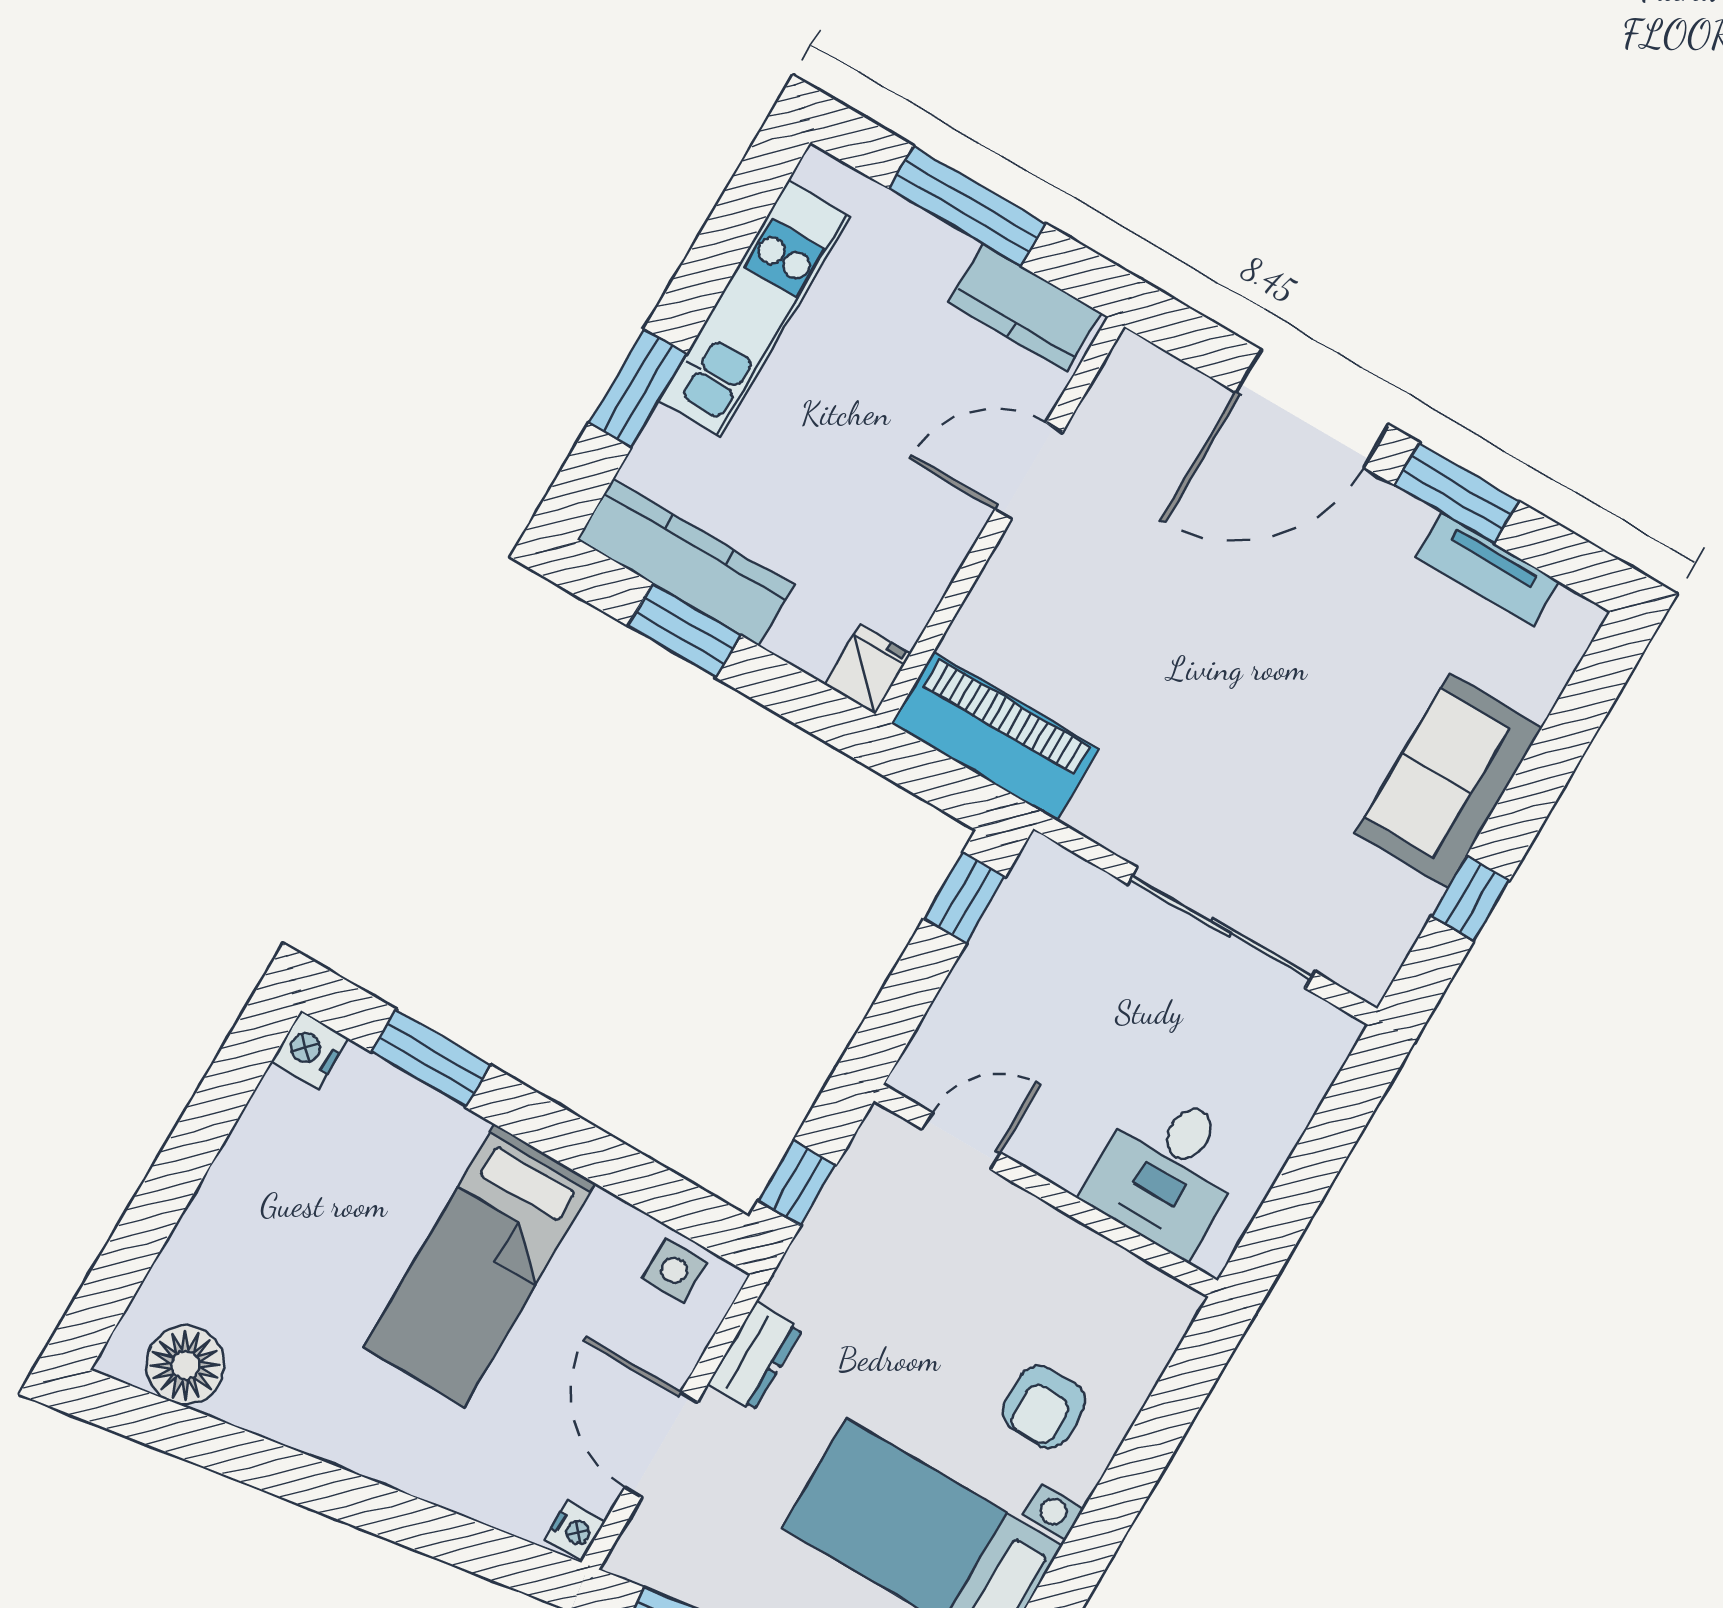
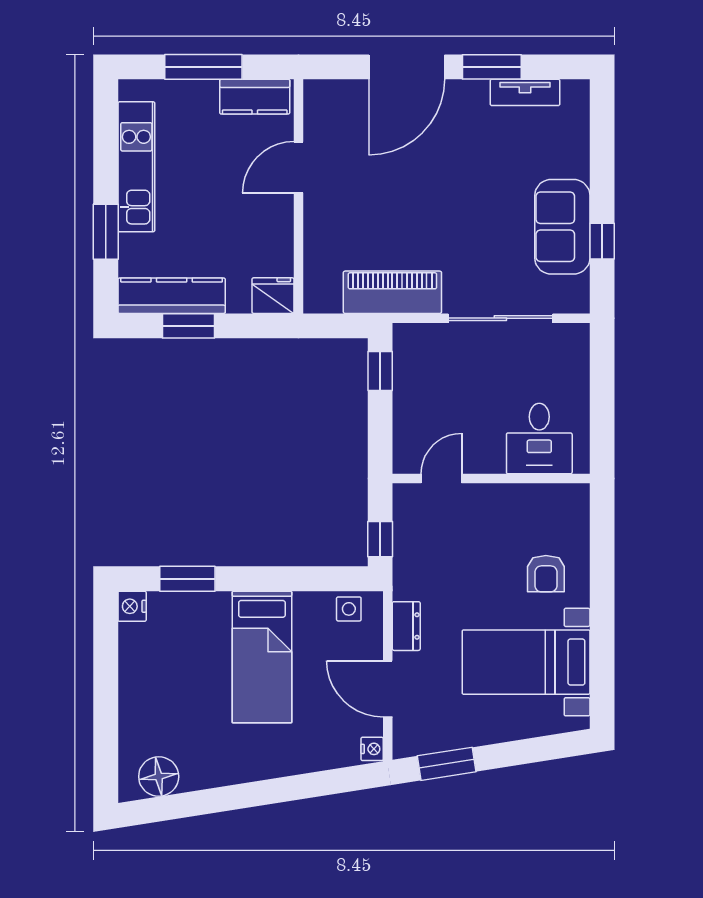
fridge: (868, 669) -> (273, 296), width x1.38
piano: (995, 736) -> (392, 292), moved
sofa: (1449, 780) -> (562, 227), moved

